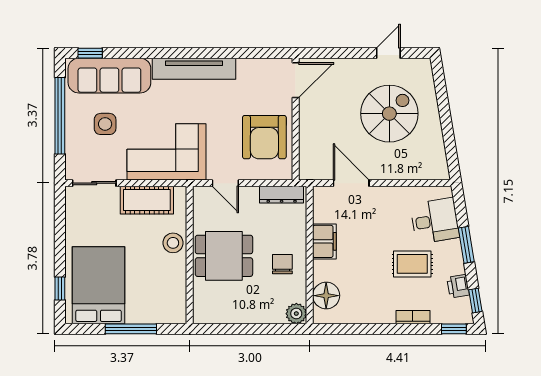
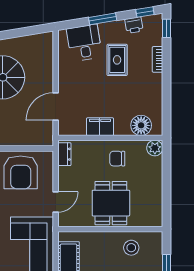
armchair: (264, 137) -> (21, 172), turned 90
dresser: (282, 195) -> (64, 154), width x0.70
stool: (173, 243) -> (131, 248), moved

